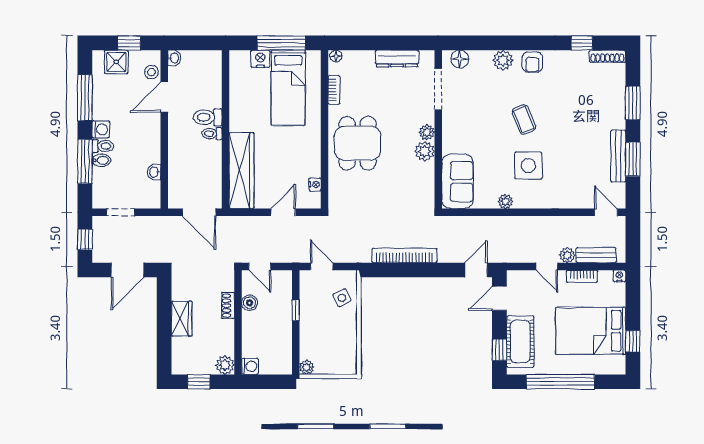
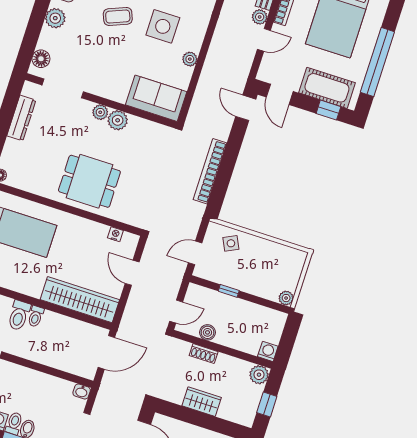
bookcase: (334, 90) -> (32, 187), removed
washbasin: (154, 172) -> (82, 392), moved

